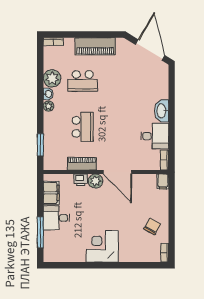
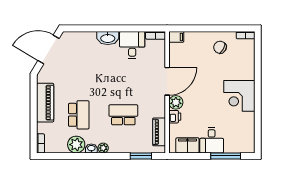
piano: (82, 164) -> (159, 132), moved

